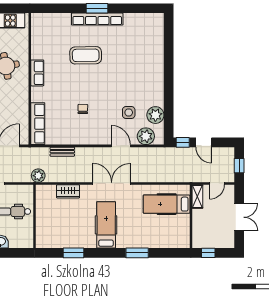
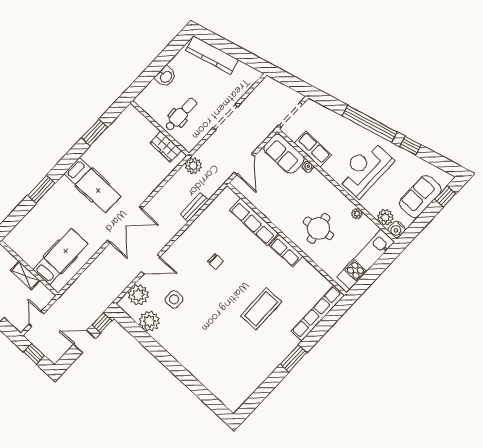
row of seats: (97, 19) -> (318, 313), moved
row of seats: (38, 124) -> (254, 222), moved
wardrobe: (68, 191) -> (166, 147), moved, turned -90
shelving: (197, 196) -> (25, 275), moved

